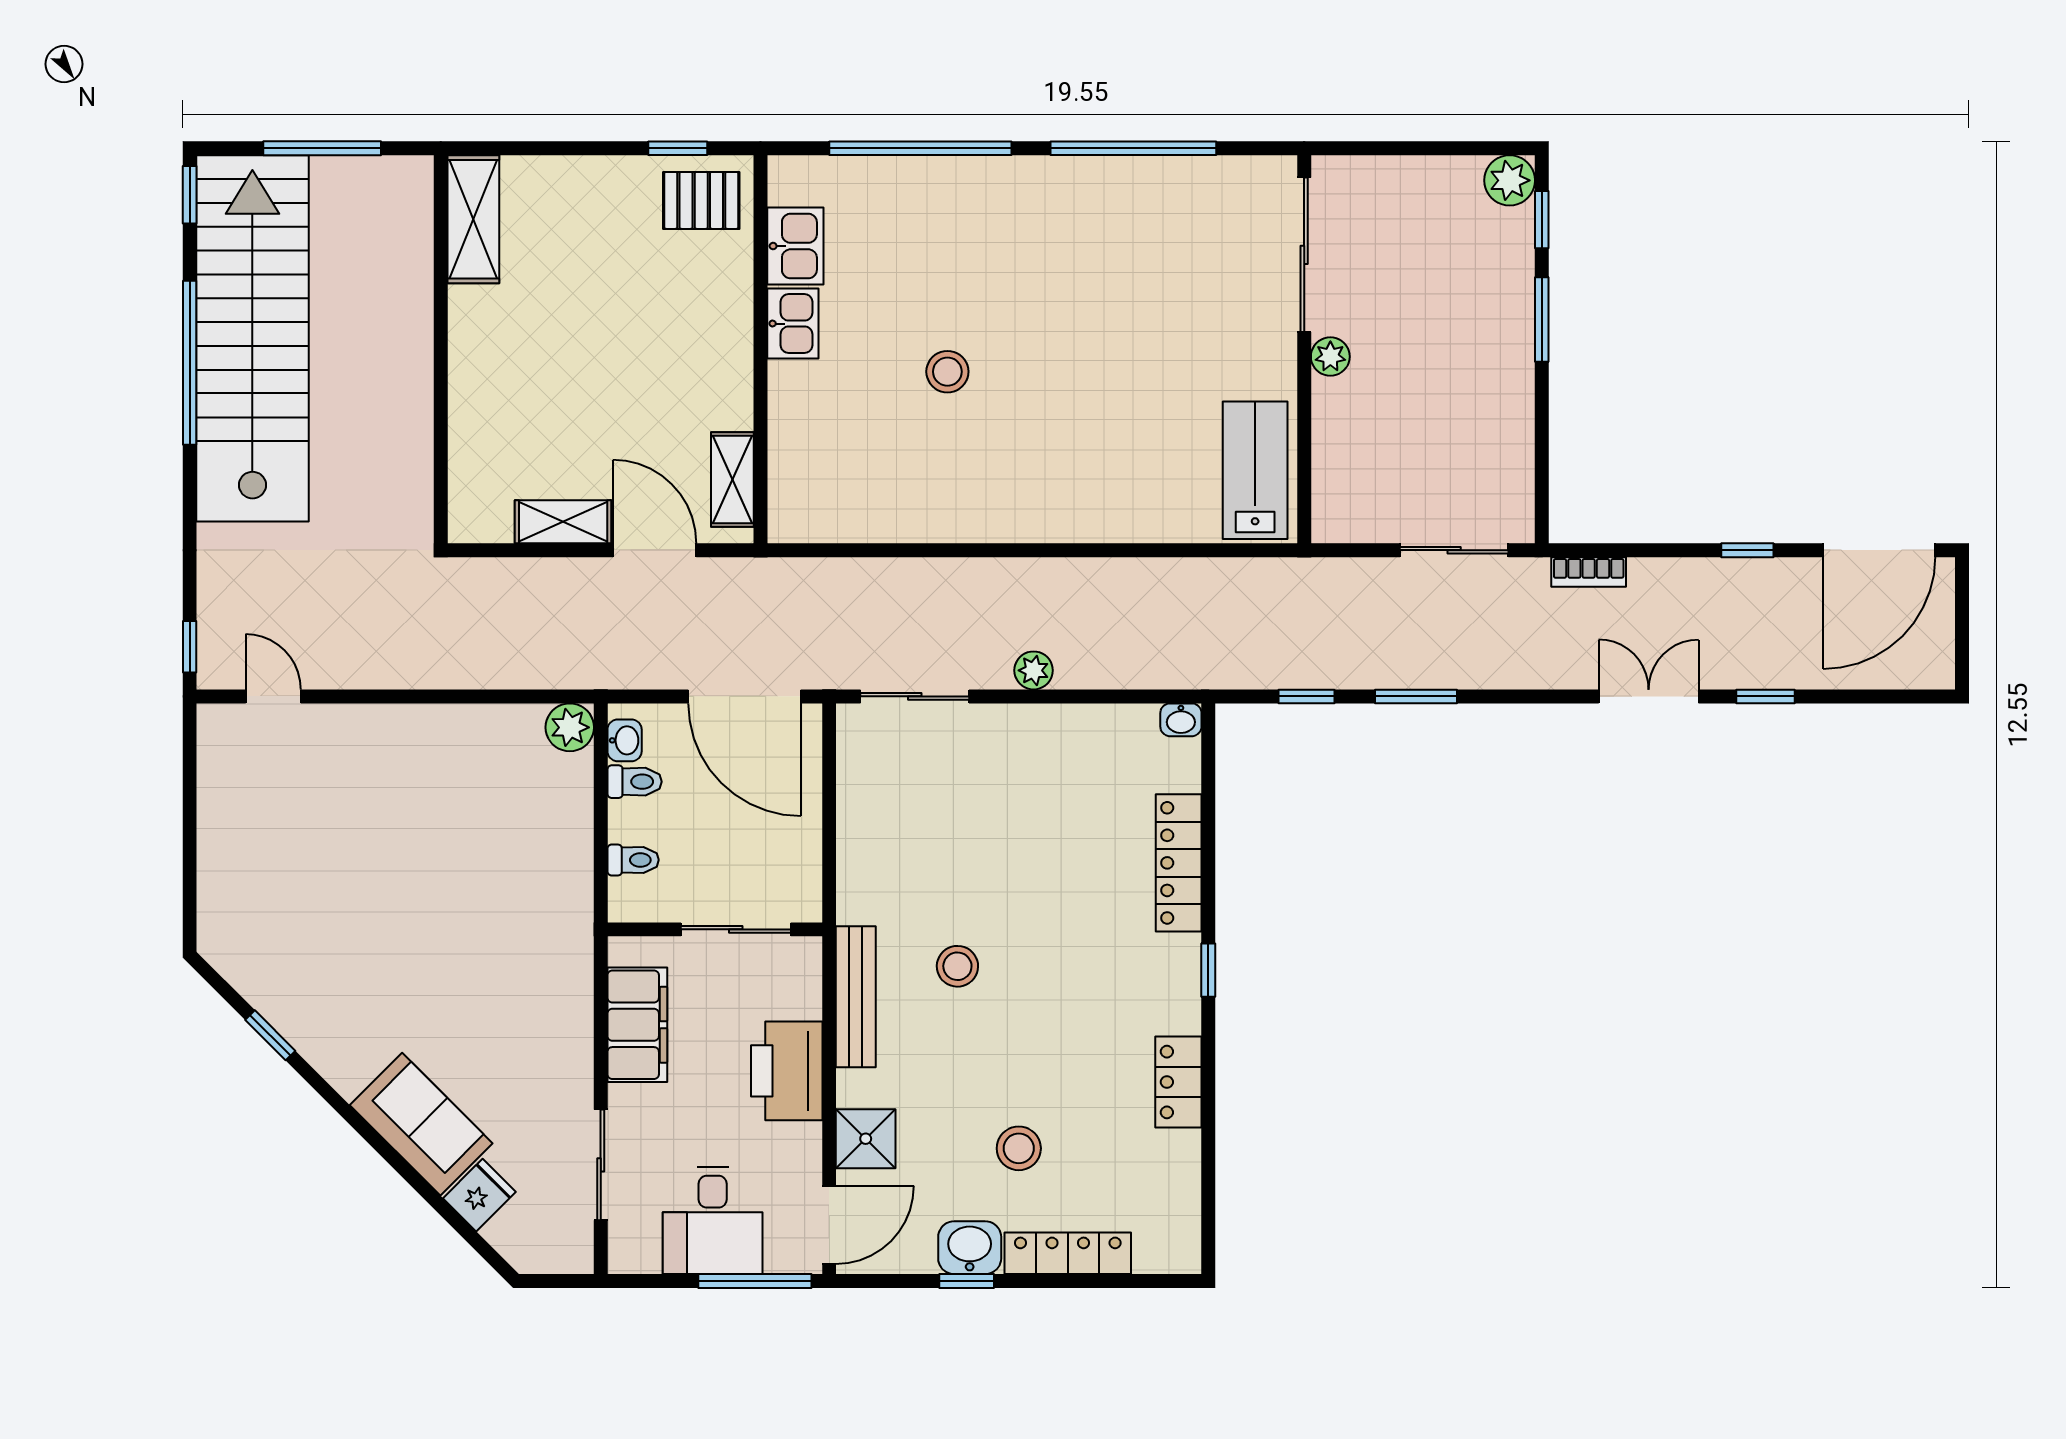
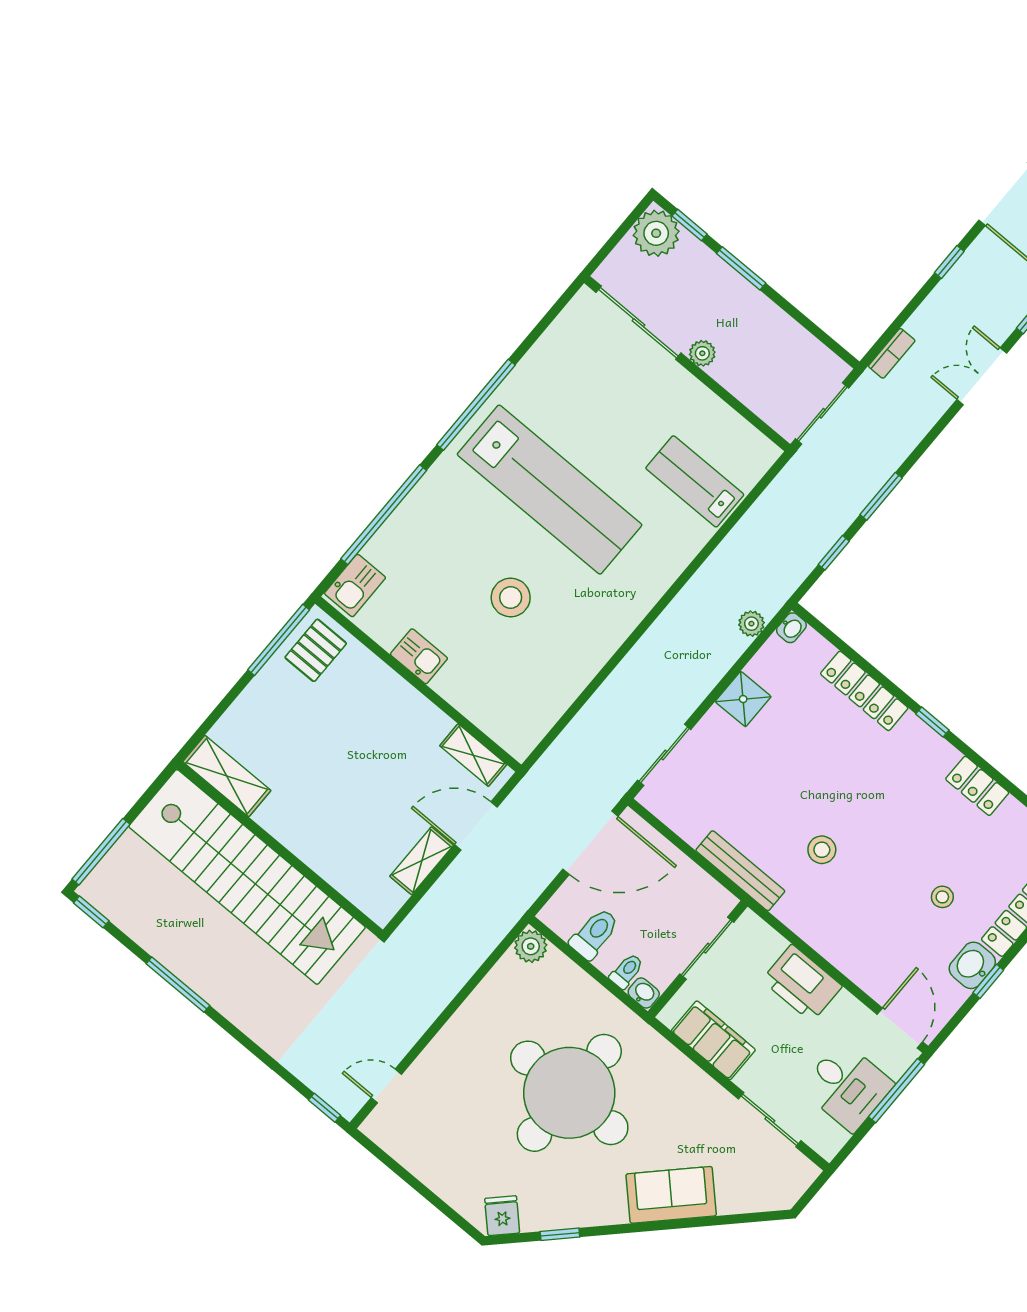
window: (322, 148) -> (101, 852), moved
window: (678, 148) -> (279, 640), width x2.17
plant: (1510, 180) -> (656, 233), width x1.36, depth x1.36
kitchen sink: (795, 246) -> (355, 585), moved, turned 90
sliding door: (1304, 255) -> (638, 323), moved
lab bench: (1107, 313) -> (550, 490), added
stairs: (252, 338) -> (247, 877), moved, turned 180
wall: (1304, 349) -> (687, 364), moved
plant: (1330, 357) -> (702, 353), moved
window: (190, 363) -> (178, 985), width x0.68
stool: (947, 372) -> (511, 597), width x1.38, depth x1.38
plant: (1034, 670) -> (751, 624), moved
washbasin: (625, 740) -> (644, 993), moved
toilet: (635, 782) -> (594, 934), width x1.37, depth x1.39
round table: (440, 911) -> (569, 1093), added
bench: (856, 997) -> (740, 871), moved
shower: (866, 1139) -> (743, 699), moved
stool: (1019, 1148) -> (942, 897), width x0.73, depth x0.73
fridge: (479, 1195) -> (502, 1216), moved

